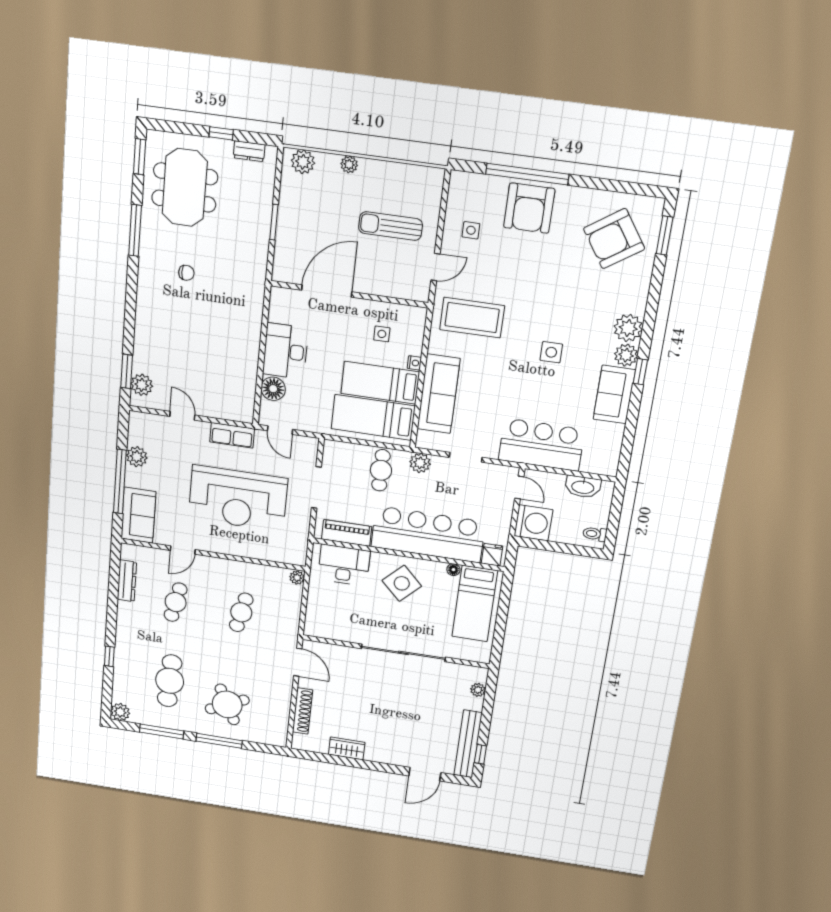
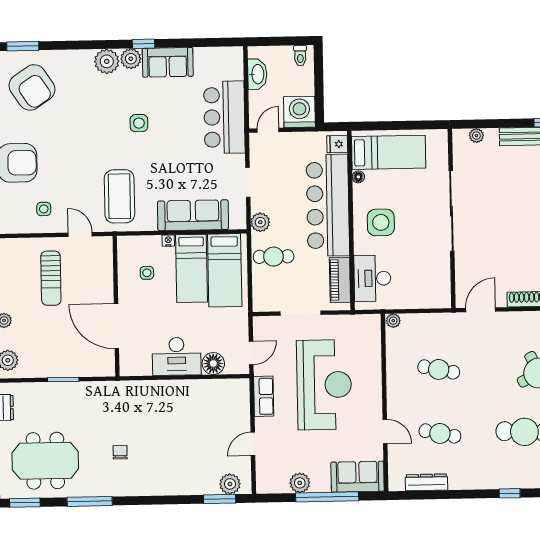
side table: (402, 583) -> (381, 222), turned 45

